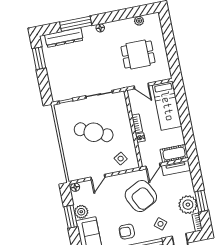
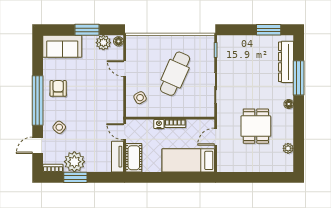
dining table: (138, 55) -> (256, 126), moved
armchair: (141, 196) -> (94, 112), removed
plant: (81, 212) -> (103, 43), moved

